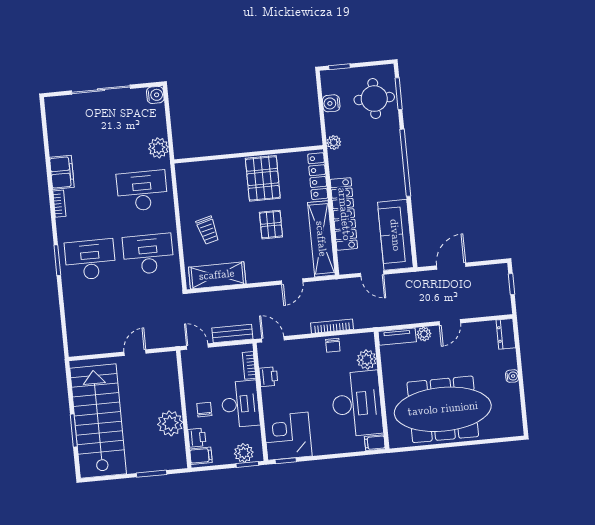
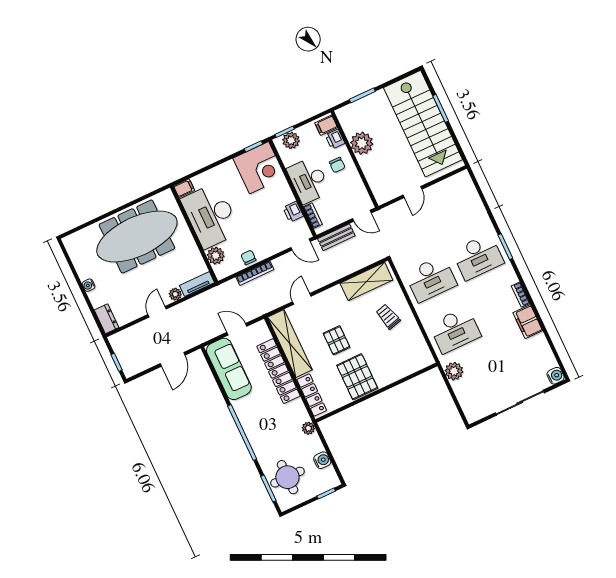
water cooler: (155, 95) -> (556, 376), moved, turned 180

